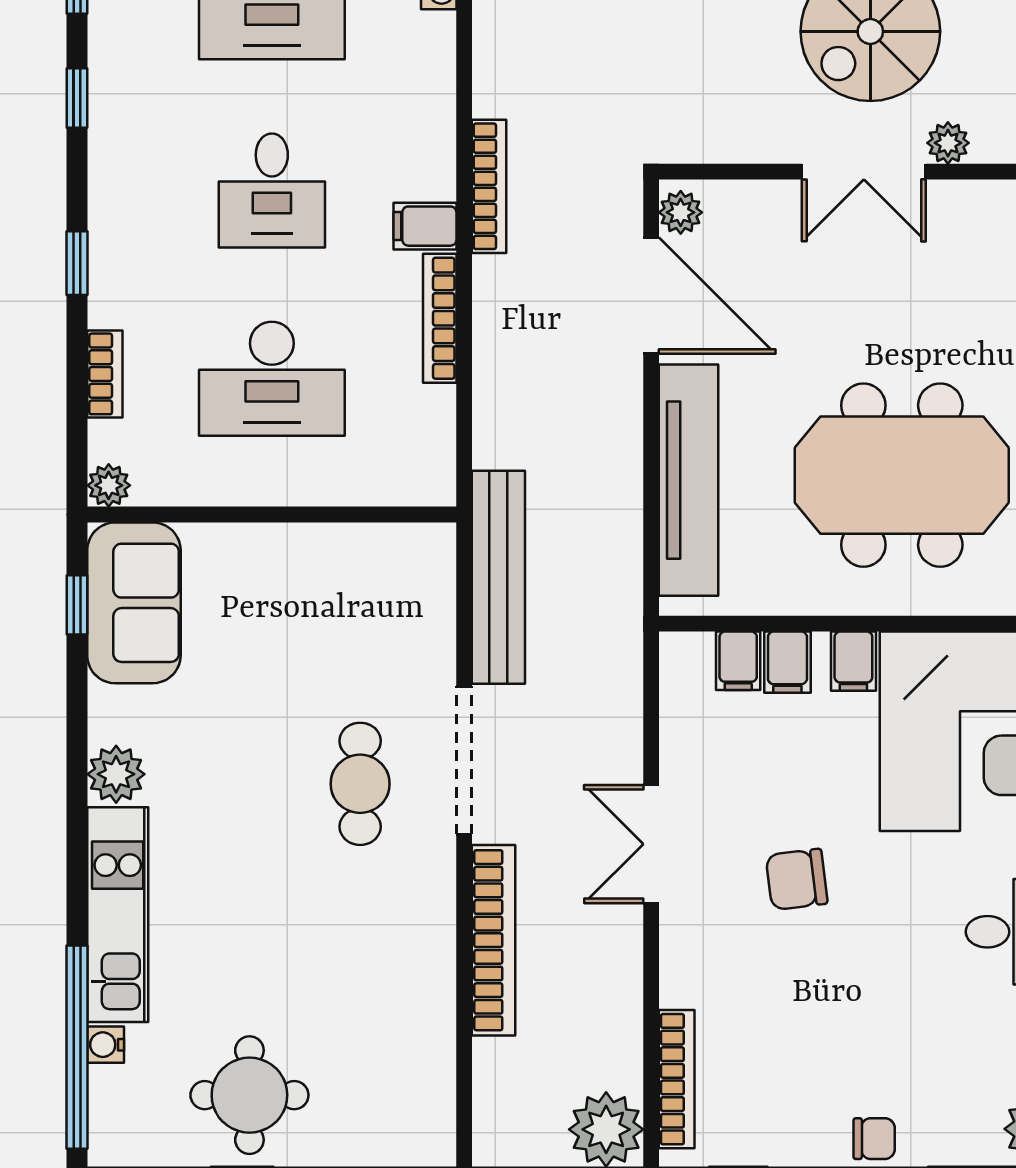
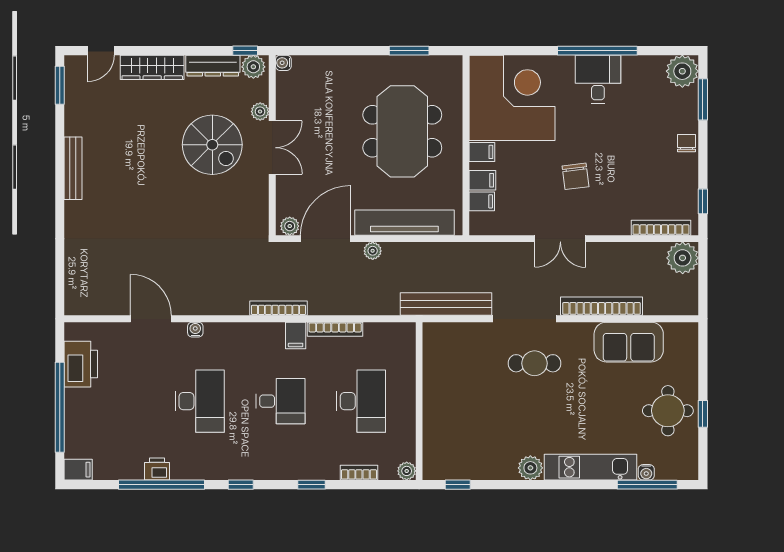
plant: (623, 406) -> (373, 251), added
sofa: (134, 603) -> (629, 342), moved, turned 180
window: (77, 1047) -> (647, 485), width x0.68

